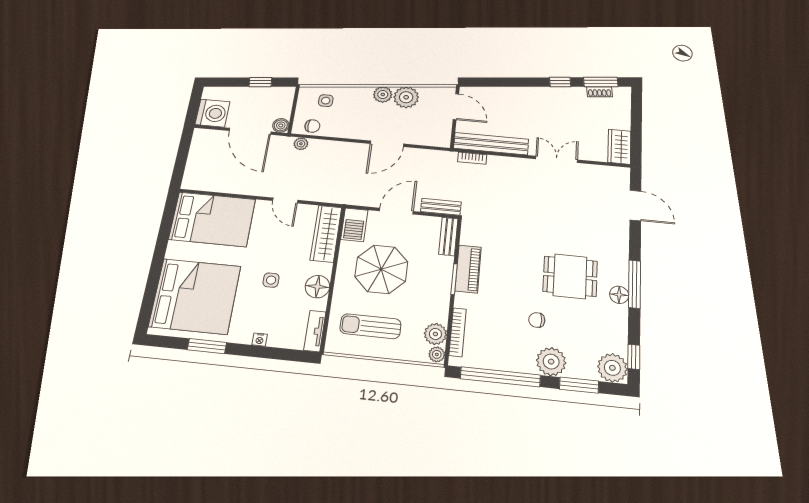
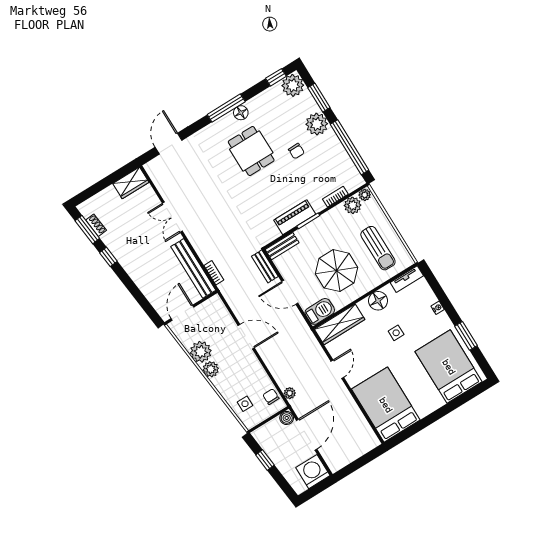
bed: (195, 296) -> (449, 367), width x0.73
bookcase: (458, 332) -> (335, 197), width x0.64

